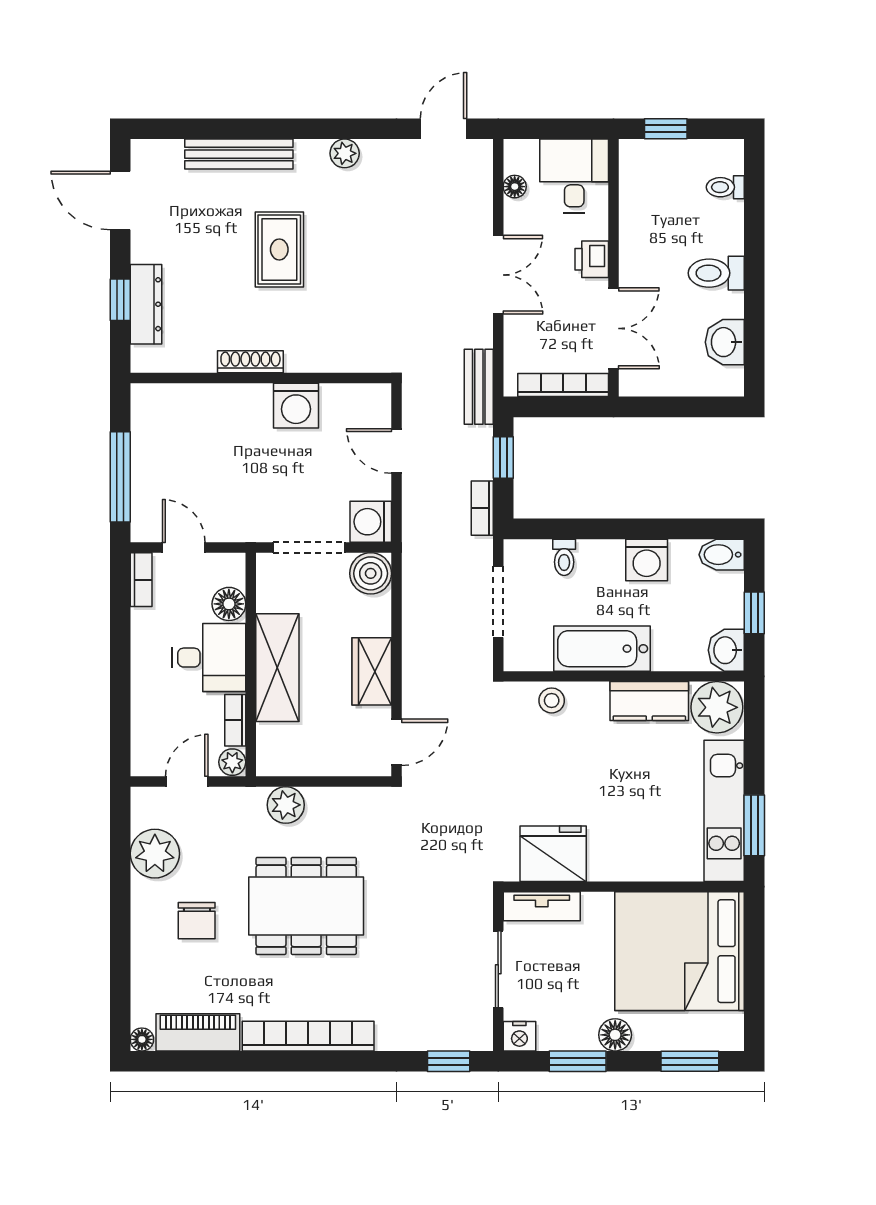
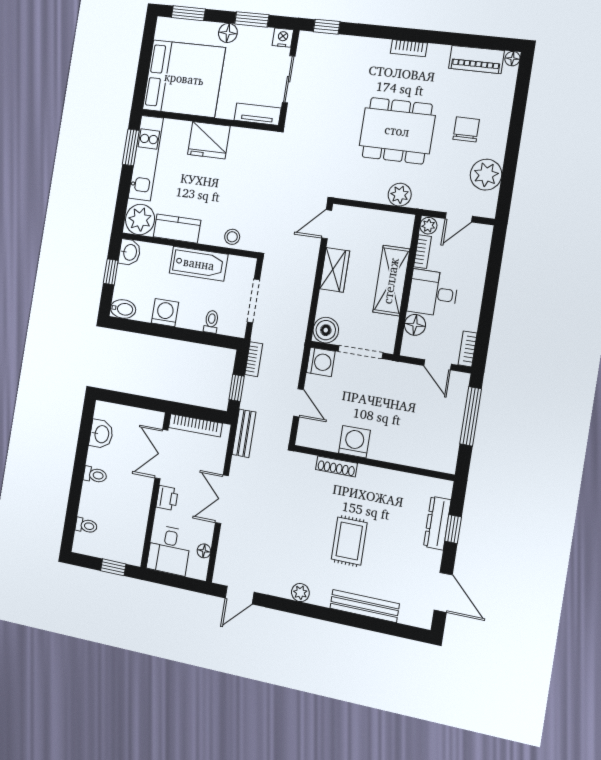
toilet: (716, 273) -> (95, 475), width x0.73, depth x0.72
shoe rack: (250, 362) -> (336, 466), moved
fridge: (553, 854) -> (209, 140), moved
bookcase: (308, 1036) -> (409, 48), width x0.43, depth x0.76

